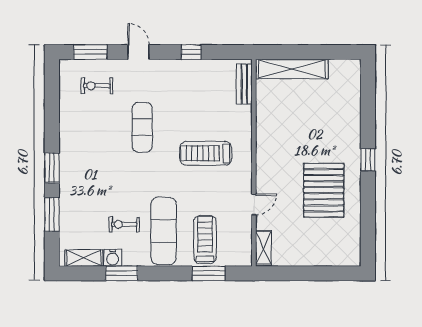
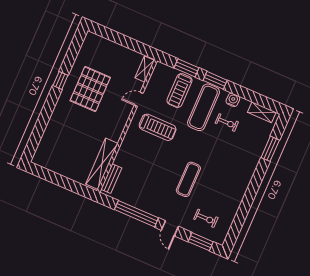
window: (191, 52) -> (136, 214), width x3.17
shelving: (292, 69) -> (102, 164), moved, turned 90
treadmill: (206, 153) -> (158, 127), moved
window: (368, 160) -> (60, 80), moved
window: (52, 168) -> (257, 179), removed
water cooler: (113, 258) -> (233, 100), moved
window: (122, 273) -> (215, 80), moved

